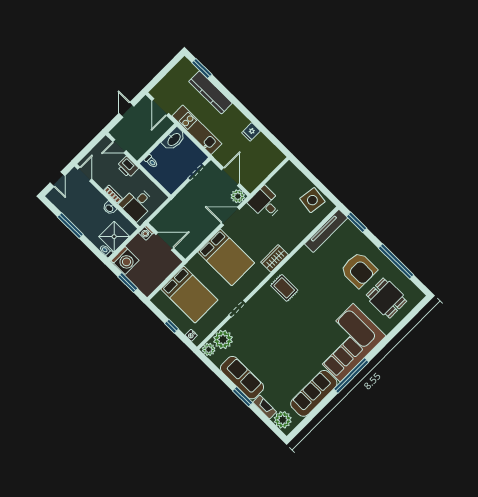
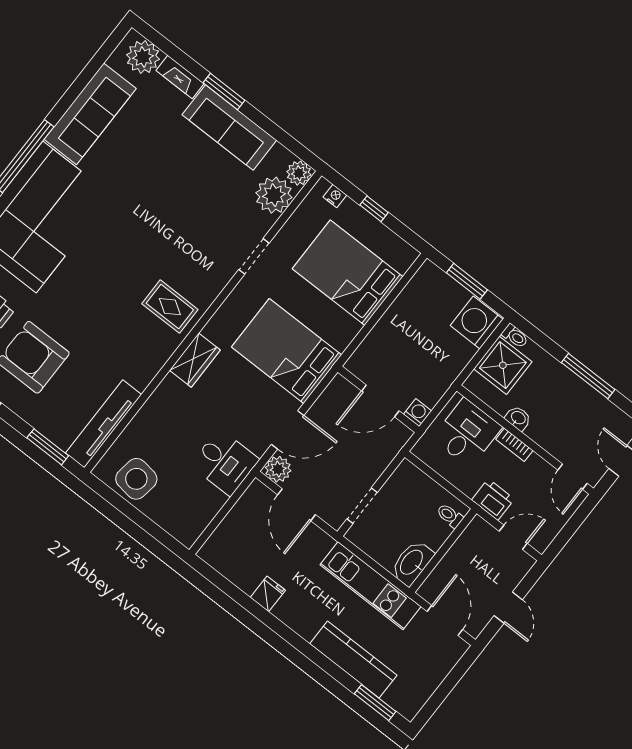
washing machine: (146, 233) -> (418, 413), moved
door: (165, 241) -> (380, 401), moved
wall: (166, 242) -> (378, 399), moved

